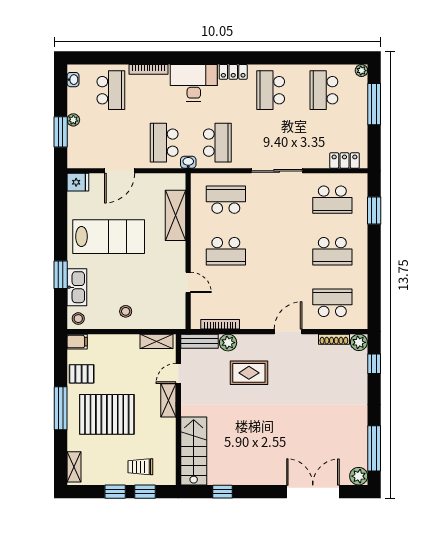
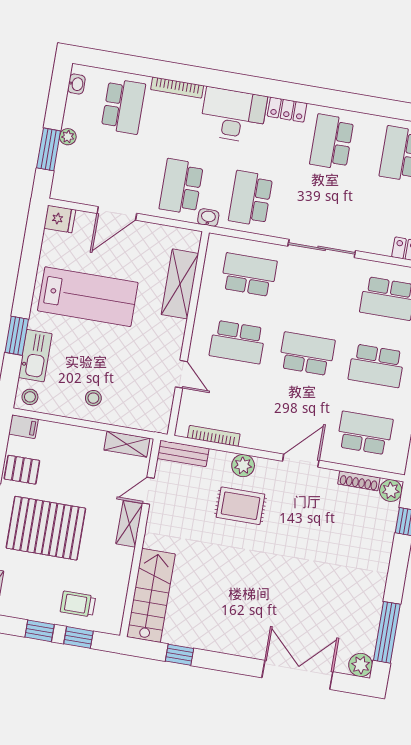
school desk: (217, 143) -> (251, 198), turned 180
school desk: (279, 251) -> (307, 354), added
plant: (228, 343) -> (243, 466), moved

